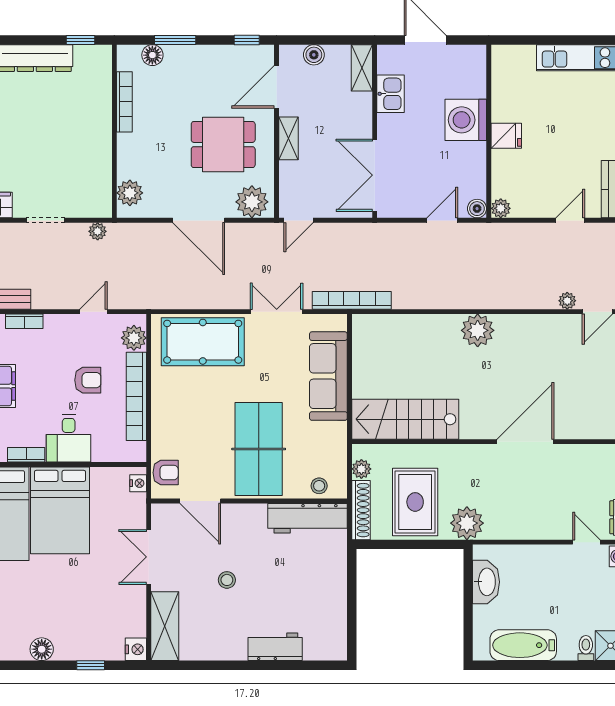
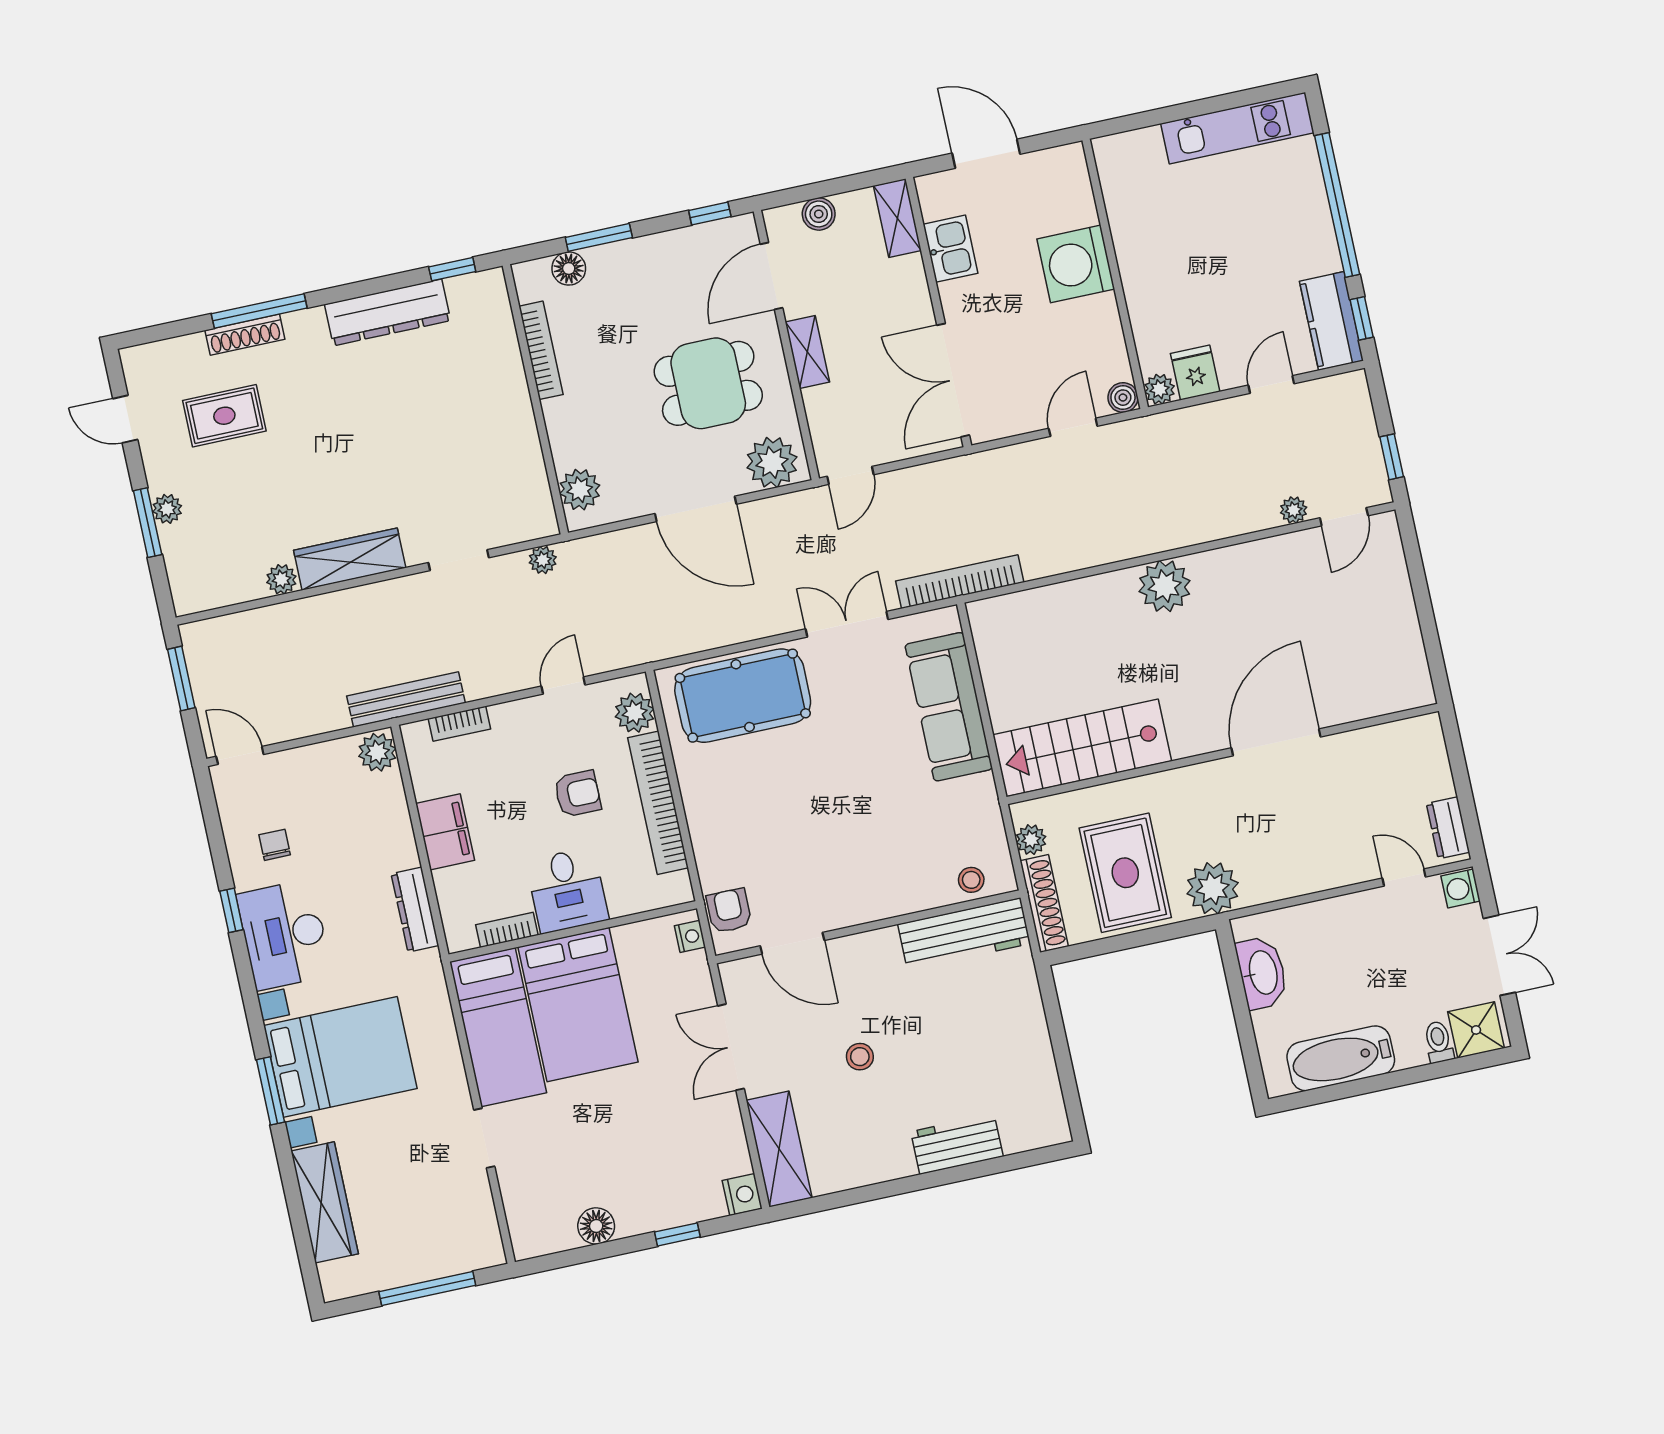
fridge: (506, 136) -> (1195, 373), moved, turned -90
table tennis table: (259, 449) -> (865, 843), removed
armchair: (166, 473) -> (729, 911), turned -90

